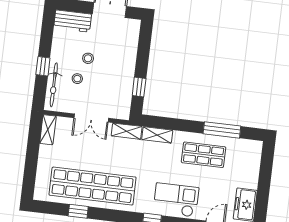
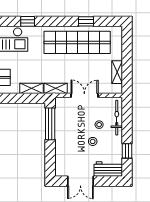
window: (43, 66) -> (127, 151), moved
window: (139, 87) -> (50, 124), width x2.17
shelving: (48, 130) -> (117, 72), moved

